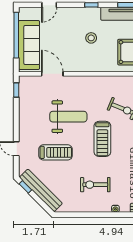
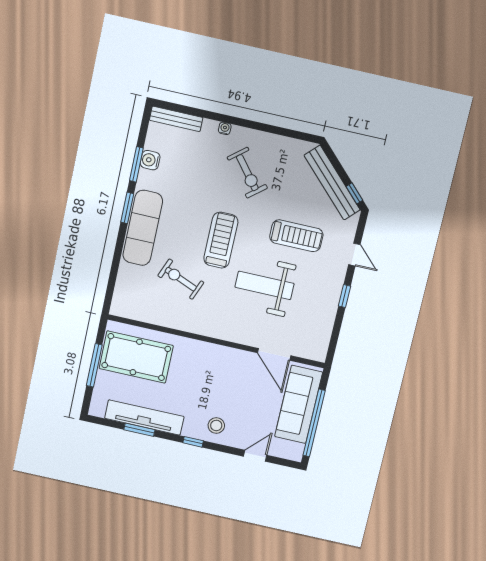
stool: (91, 38) -> (216, 425), moved
window: (16, 90) -> (344, 296), moved
treadmill: (56, 152) -> (296, 236), turned 180
exercise bike: (95, 185) -> (247, 173), turned 51

